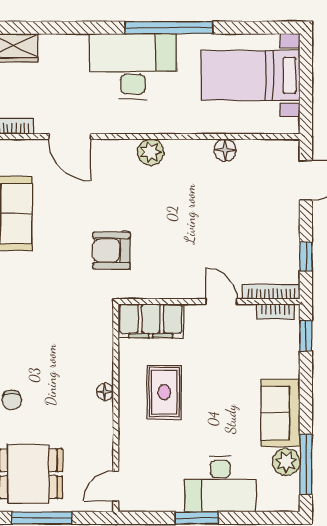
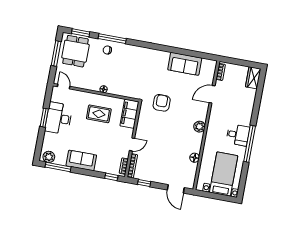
desk: (133, 66) -> (238, 135), width x0.53, depth x0.77
plant: (286, 462) -> (49, 157), moved
desk: (220, 484) -> (59, 118), moved

